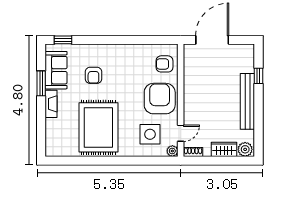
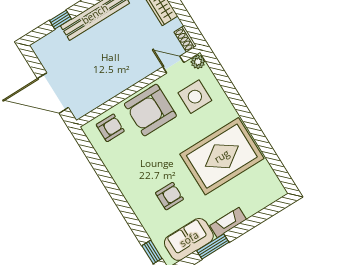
armchair: (164, 64) -> (110, 128), turned -90

